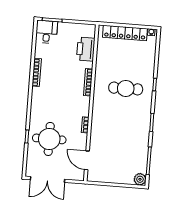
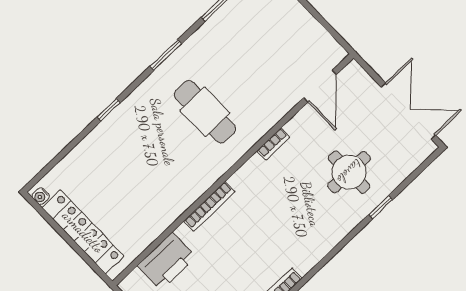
cafe table: (126, 88) -> (205, 112), moved
round table: (49, 139) -> (349, 172), width x0.73, depth x0.73

